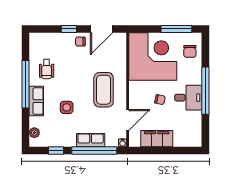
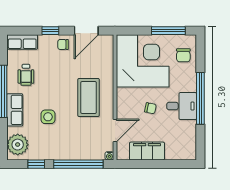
plant: (34, 133) -> (18, 145), width x1.87, depth x1.87
row of seats: (91, 140) -> (22, 42), moved, turned 180

